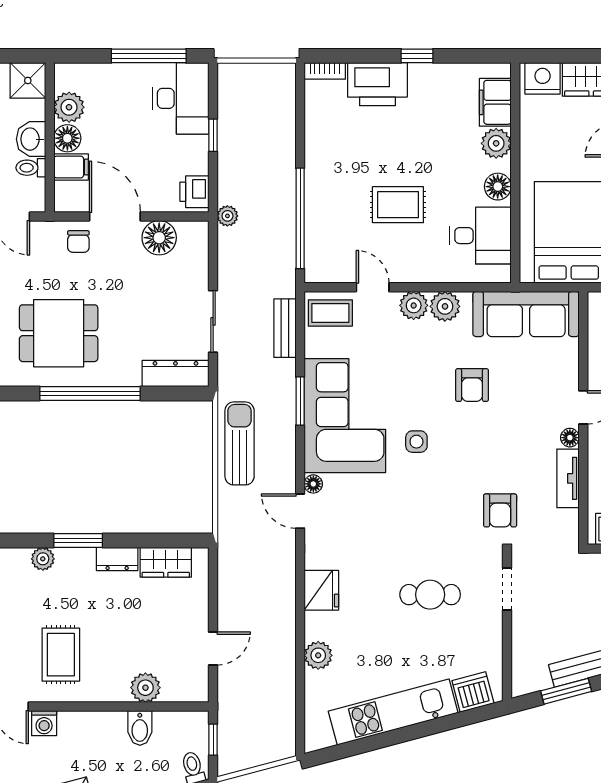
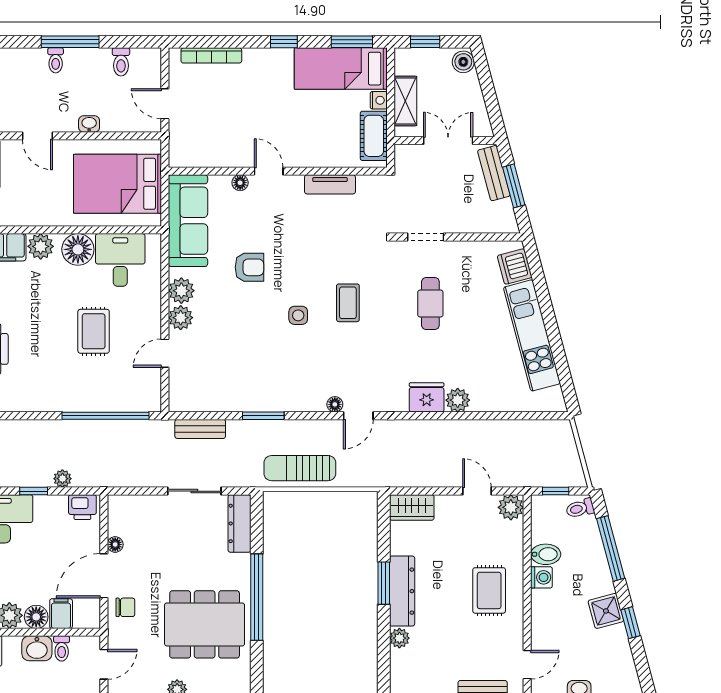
floor lamp: (498, 187) -> (78, 249), width x1.38, depth x1.38
plant: (227, 216) -> (62, 479), moved
floor lamp: (159, 238) -> (115, 544), width x0.53, depth x0.53
coffee table: (330, 313) -> (348, 303), moved
dining table: (59, 333) -> (205, 624), width x1.38
corner sofa: (345, 416) -> (276, 377), removed
floor lamp: (570, 438) -> (240, 183), moved
armchair: (500, 510) -> (358, 243), removed
window: (78, 540) -> (384, 583), moved
dresser: (117, 559) -> (402, 591), width x1.96, depth x1.24
wardrobe: (166, 562) -> (412, 507), moved, turned 90
rug: (61, 655) -> (489, 590), moved, turned 90
plant: (318, 655) -> (458, 400), moved
plant: (145, 688) -> (511, 507), moved
washing machine: (44, 723) -> (541, 577), moved

